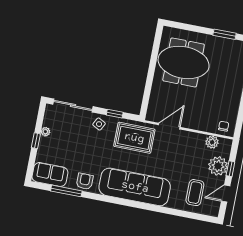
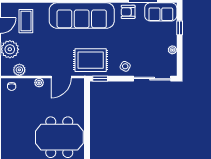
window: (115, 114) -> (100, 79), moved
plant: (194, 125) -> (39, 83), added
window: (36, 141) -> (180, 28), moved
armchair: (85, 181) -> (128, 12), turned 90

